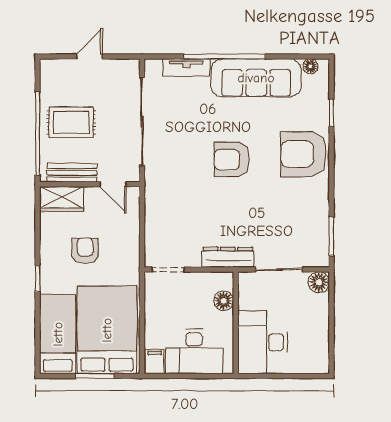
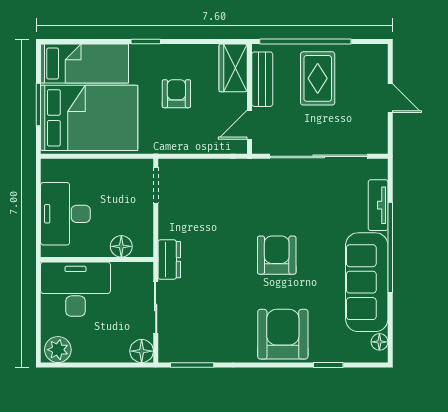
armchair: (85, 251) -> (176, 94), turned -90
dresser: (228, 257) -> (169, 260), width x0.70
plant: (317, 358) -> (58, 350), added
filing cabinet: (155, 361) -> (54, 170), removed

